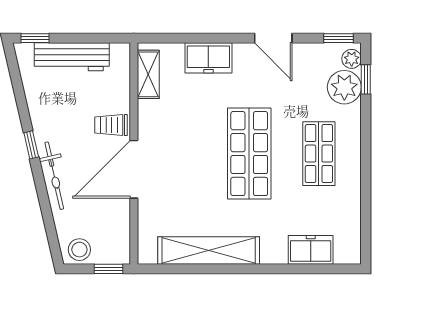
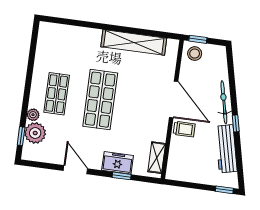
window: (339, 38) -> (122, 176), moved
workbench: (72, 57) -> (226, 149), moved, turned -103
plant: (352, 59) -> (33, 115), moved
door: (134, 169) -> (174, 99), hinge flipped
stool: (79, 250) -> (195, 54), moved
freezer: (311, 250) -> (70, 34), removed

